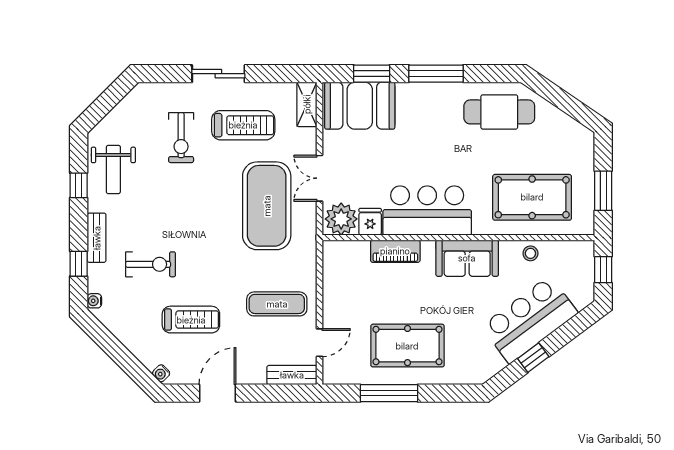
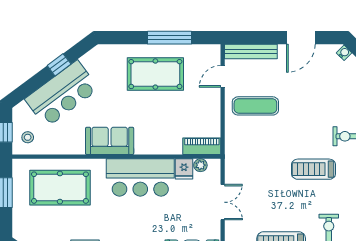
exercise mat: (267, 206) -> (263, 181), removed
plant: (341, 219) -> (200, 165), width x0.53, depth x0.53
piano: (395, 251) -> (202, 146), moved
stool: (530, 253) -> (28, 137), moved
treadmill: (191, 320) -> (314, 169), moved
bench: (292, 375) -> (251, 52), width x1.36

